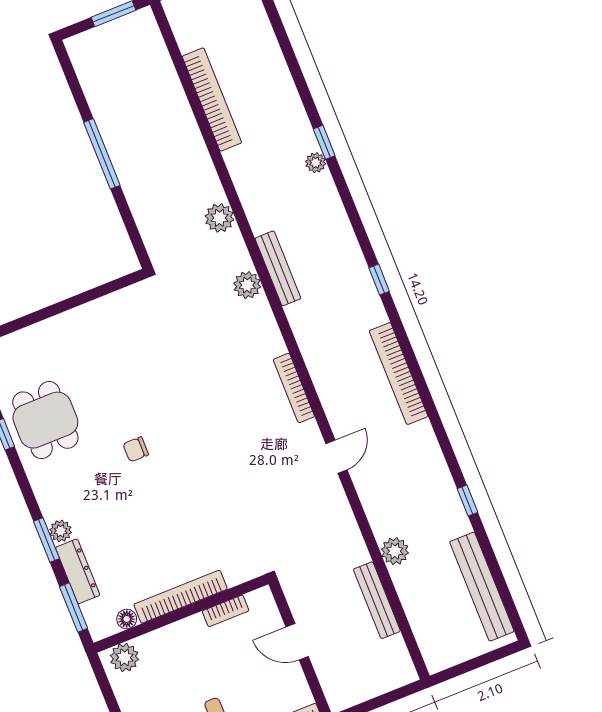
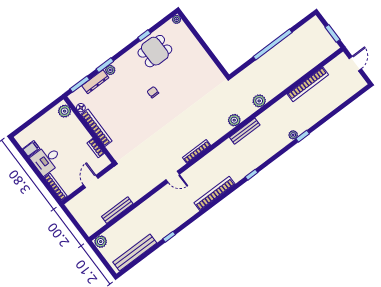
window: (102, 154) -> (273, 44), width x1.46
plant: (395, 551) -> (101, 242), moved

